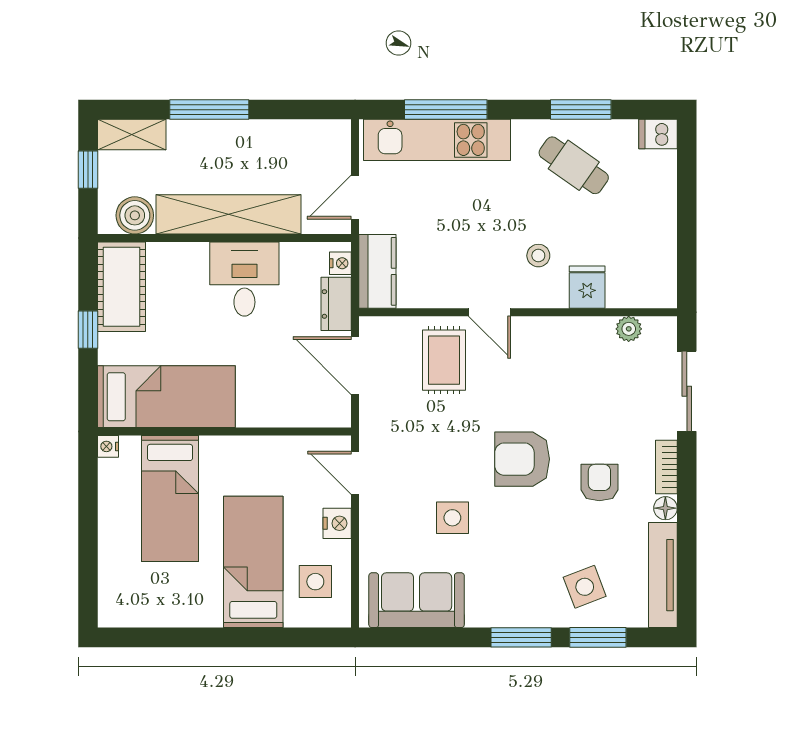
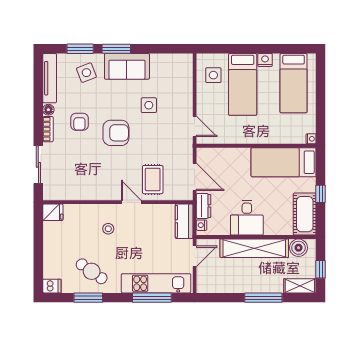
fridge: (587, 287) -> (53, 212), moved, turned -90
plant: (629, 329) -> (66, 194), removed
bed: (170, 499) -> (294, 83), moved, turned 180
nightstand: (337, 523) -> (265, 60), moved, turned 90
sofa: (417, 600) -> (127, 66), moved

